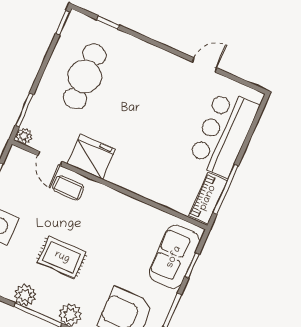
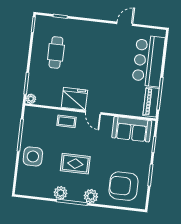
cafe table: (85, 76) -> (56, 52), width x0.73, depth x0.74
door: (50, 158) -> (93, 112), moved
sofa: (174, 257) -> (132, 129), moved, turned -90

